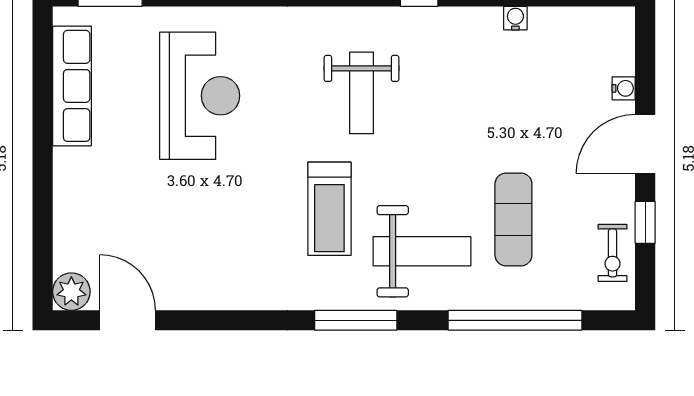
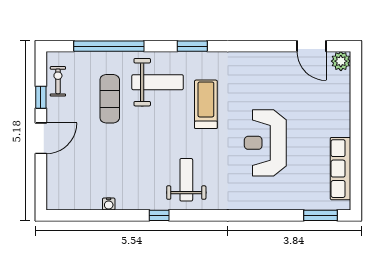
water cooler: (624, 88) -> (52, 167), removed
weight bench: (361, 93) -> (186, 180), moved
reception desk: (200, 96) -> (265, 143), moved
weight bench: (422, 251) -> (158, 82), turned 180
window: (356, 320) -> (192, 46), width x0.69

